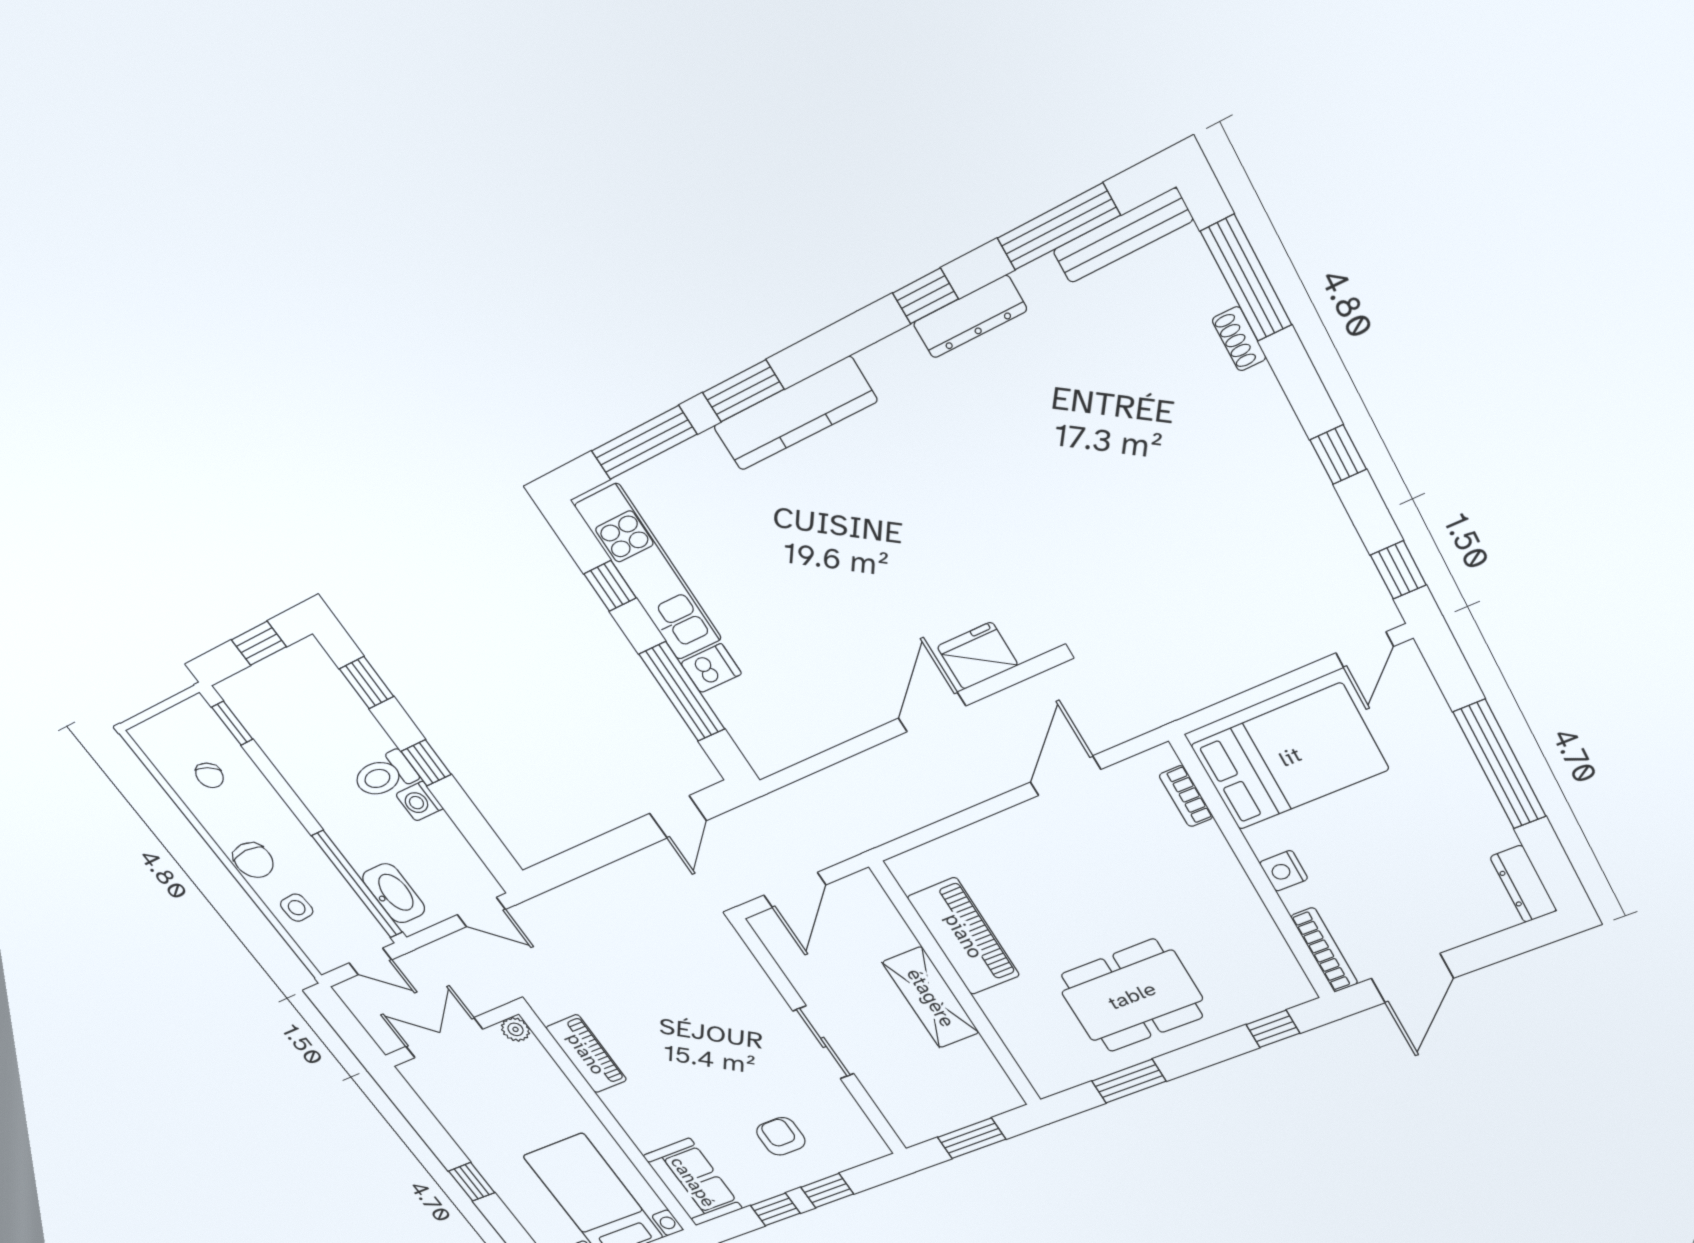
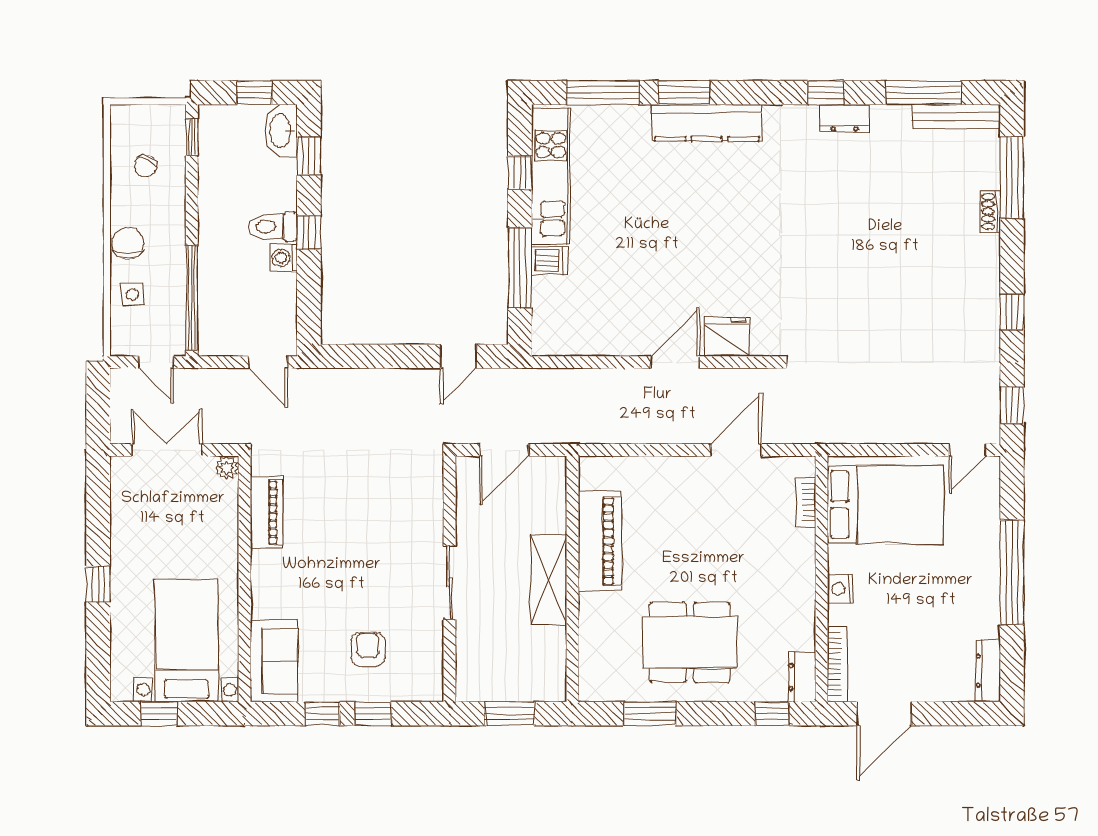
dresser: (970, 317) -> (844, 118), width x0.70
chair: (253, 860) -> (128, 243), turned 180
washbasin: (394, 893) -> (281, 131), moved, turned 180
dresser: (1288, 979) -> (802, 677), added

